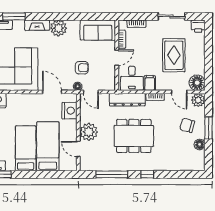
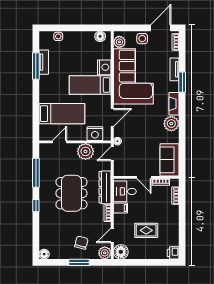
sliding door: (172, 16) -> (182, 228), removed
rug: (174, 55) -> (146, 230), width x0.73, depth x0.70
armchair: (82, 68) -> (135, 145), removed
plant: (89, 132) -> (86, 151), moved
floor lamp: (200, 144) -> (44, 254), moved
bed: (26, 148) -> (90, 85), moved, turned 180

